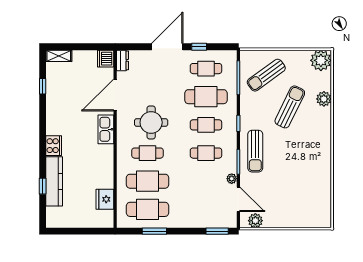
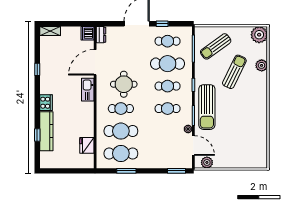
window: (43, 86) -> (37, 69), moved
sun lounger: (255, 151) -> (207, 107), width x1.36, depth x1.34

